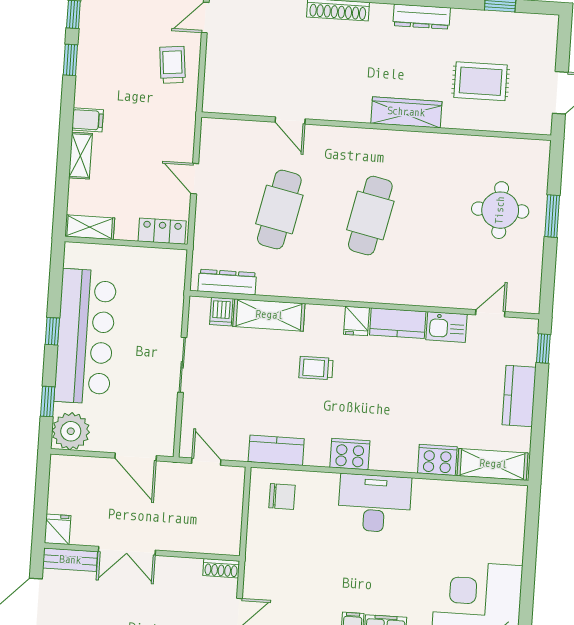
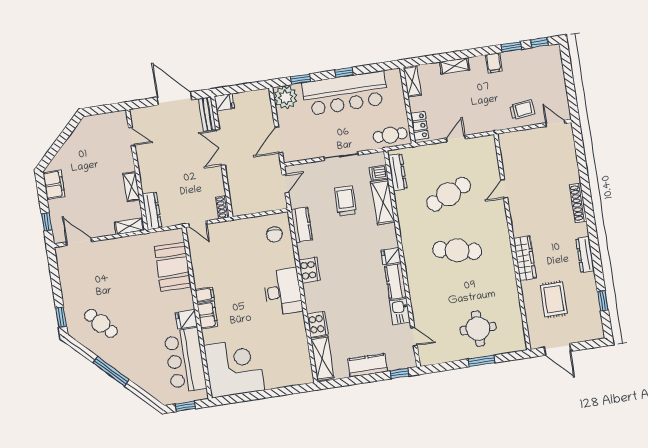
filing cabinet: (88, 120) -> (494, 63), moved
cafe table: (279, 210) -> (449, 194), turned -36
cafe table: (167, 281) -> (390, 135), added
trolley: (316, 368) -> (345, 201), moved, width x1.36, depth x1.39

